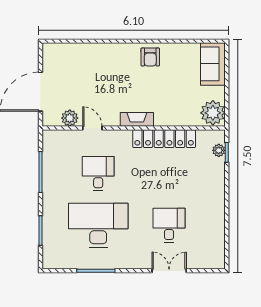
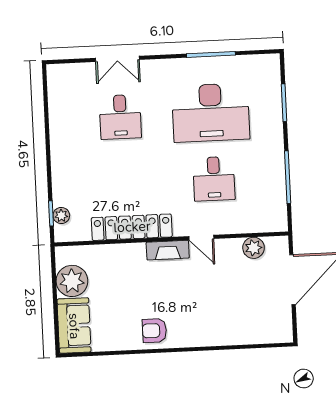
armchair: (150, 57) -> (154, 331), turned -90
plant: (213, 113) -> (72, 281), moved
door: (92, 128) -> (201, 238), moved

